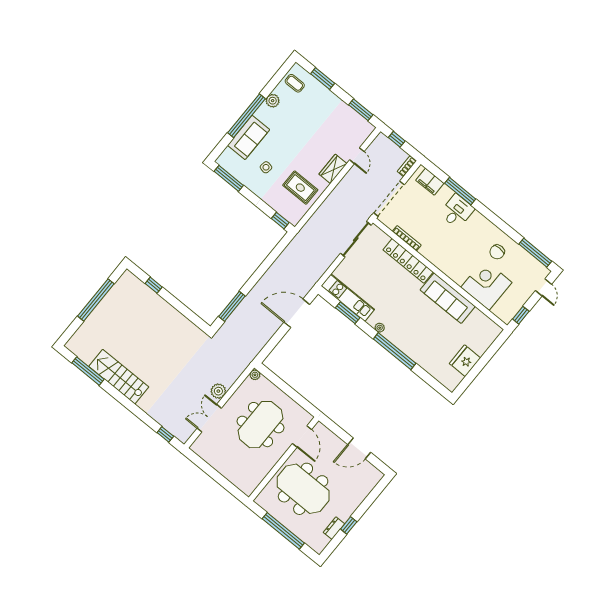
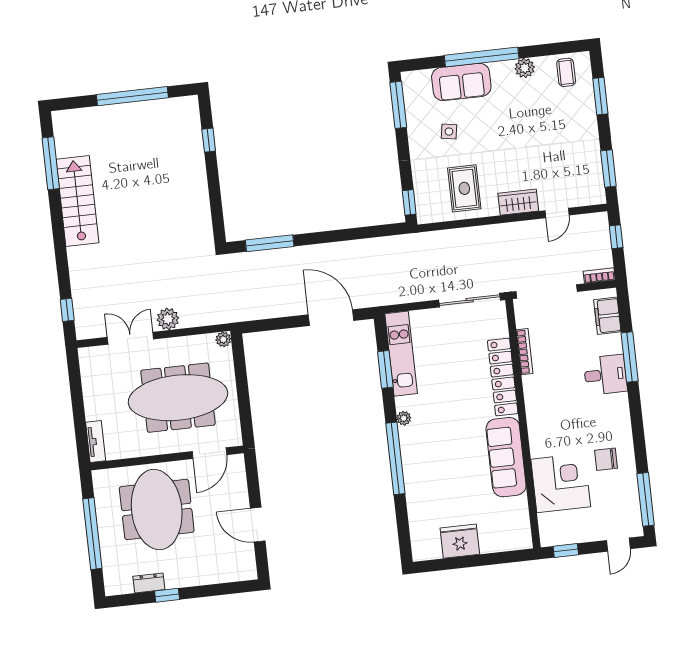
meeting table: (260, 425) -> (178, 398), width x1.36
tv unit: (241, 485) -> (96, 441), added

